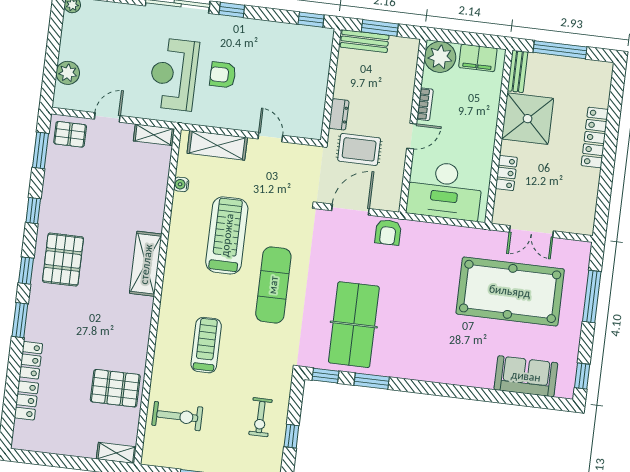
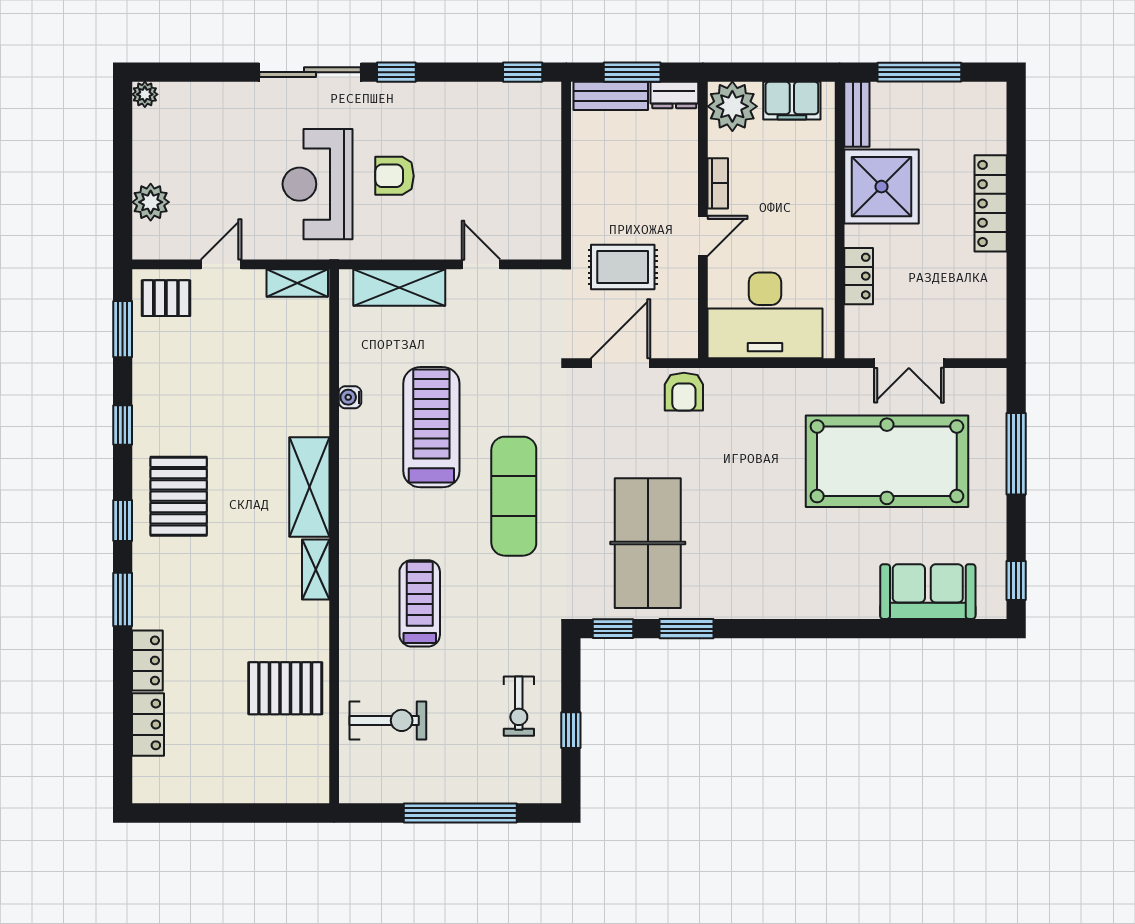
dresser: (339, 114) -> (674, 95), moved, turned 90
water cooler: (181, 184) -> (350, 397), moved
shelving: (116, 453) -> (316, 569), moved, turned 90

